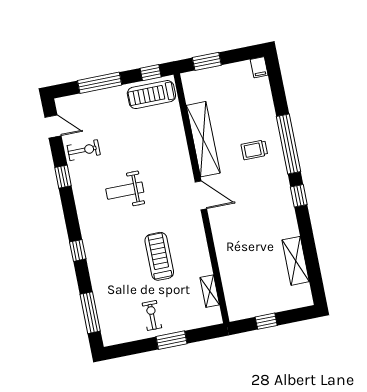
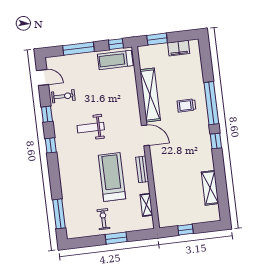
filing cabinet: (259, 67) -> (179, 48), moved, width x2.00
bench: (200, 243) -> (142, 169), added
window: (78, 250) -> (51, 145), moved
treadmill: (159, 256) -> (112, 177), width x1.37, depth x1.38

